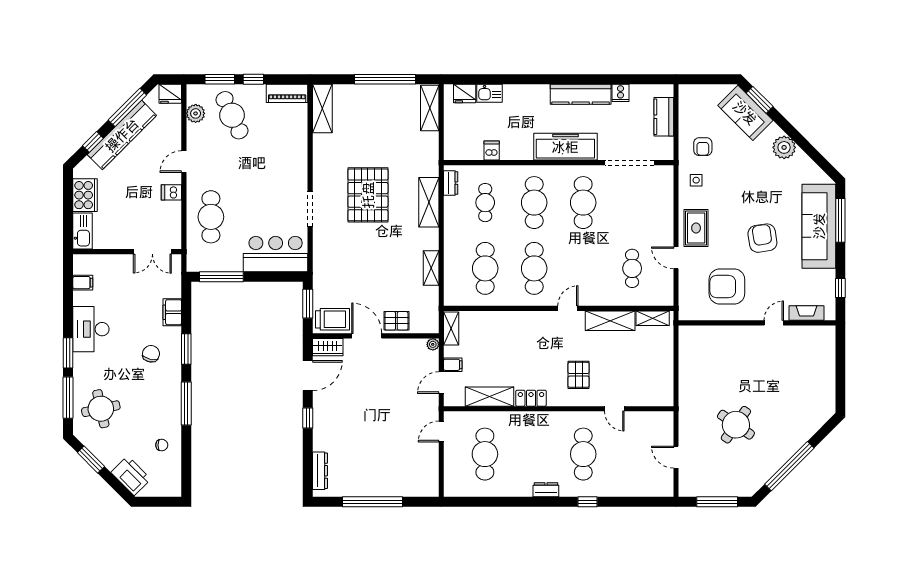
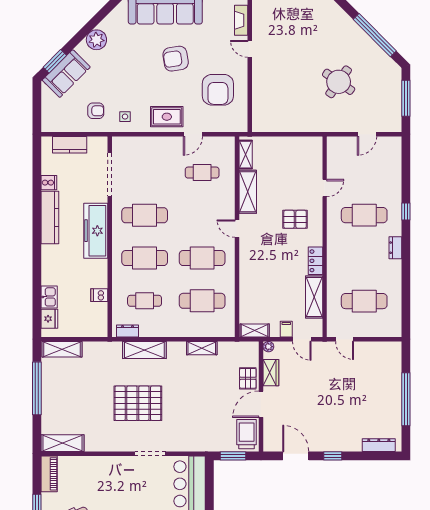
wardrobe: (328, 347) -> (271, 373), moved

